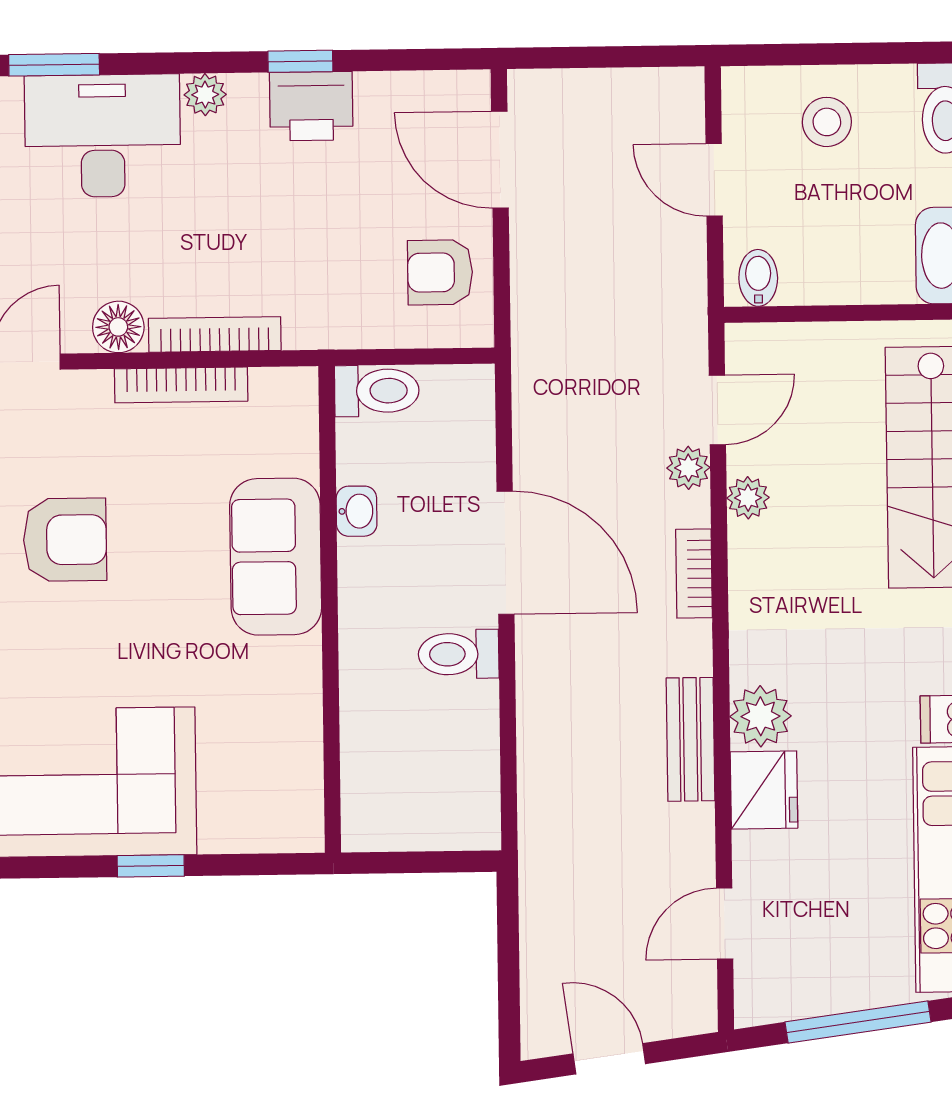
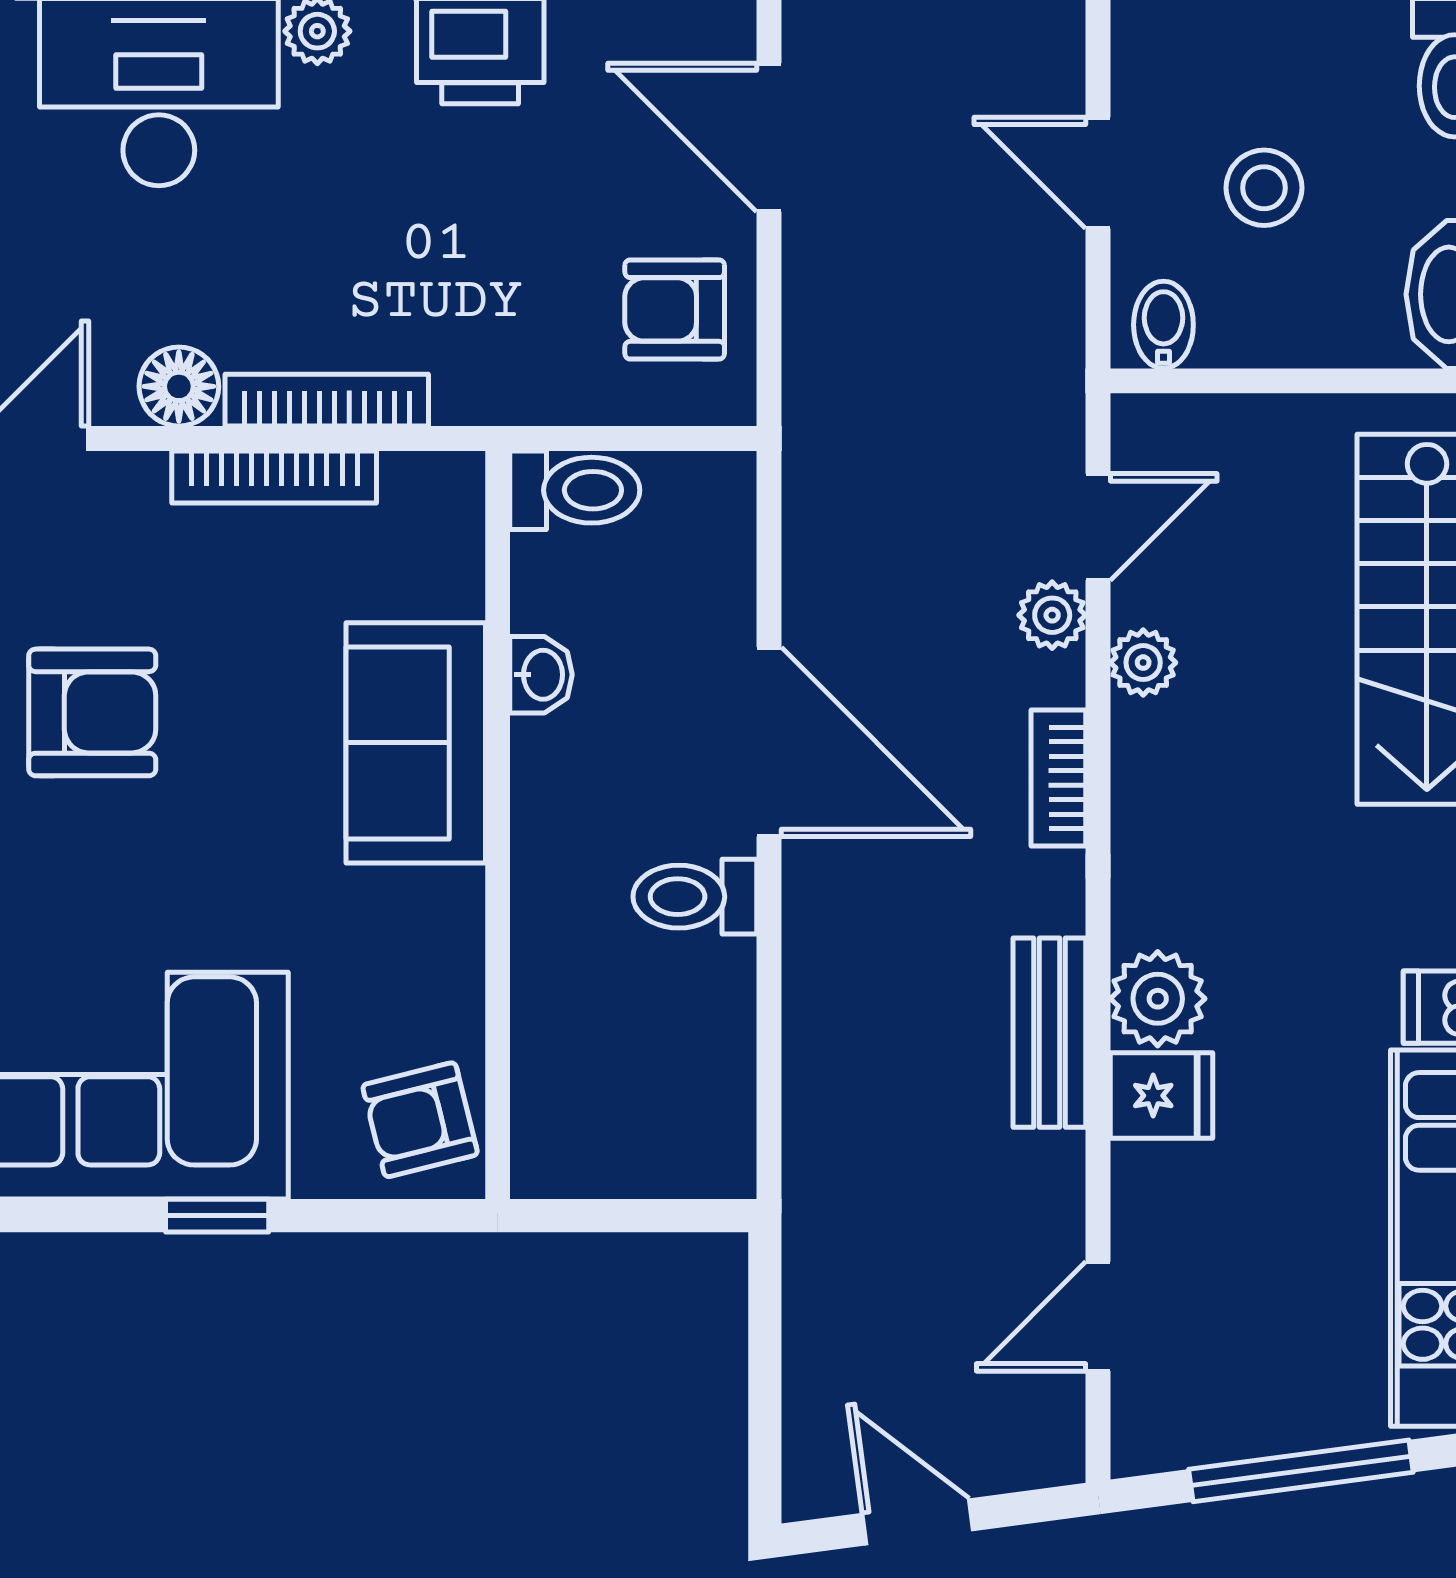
stool: (827, 122) -> (1264, 188), moved
fridge: (764, 790) -> (1161, 1096), width x0.72
armchair: (282, 802) -> (420, 1120), added

